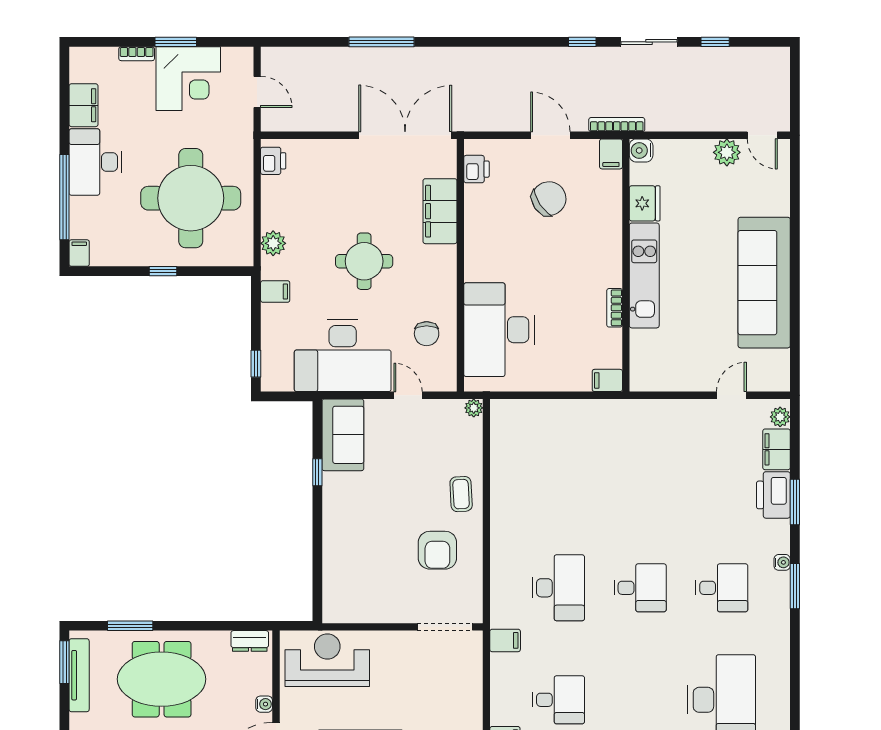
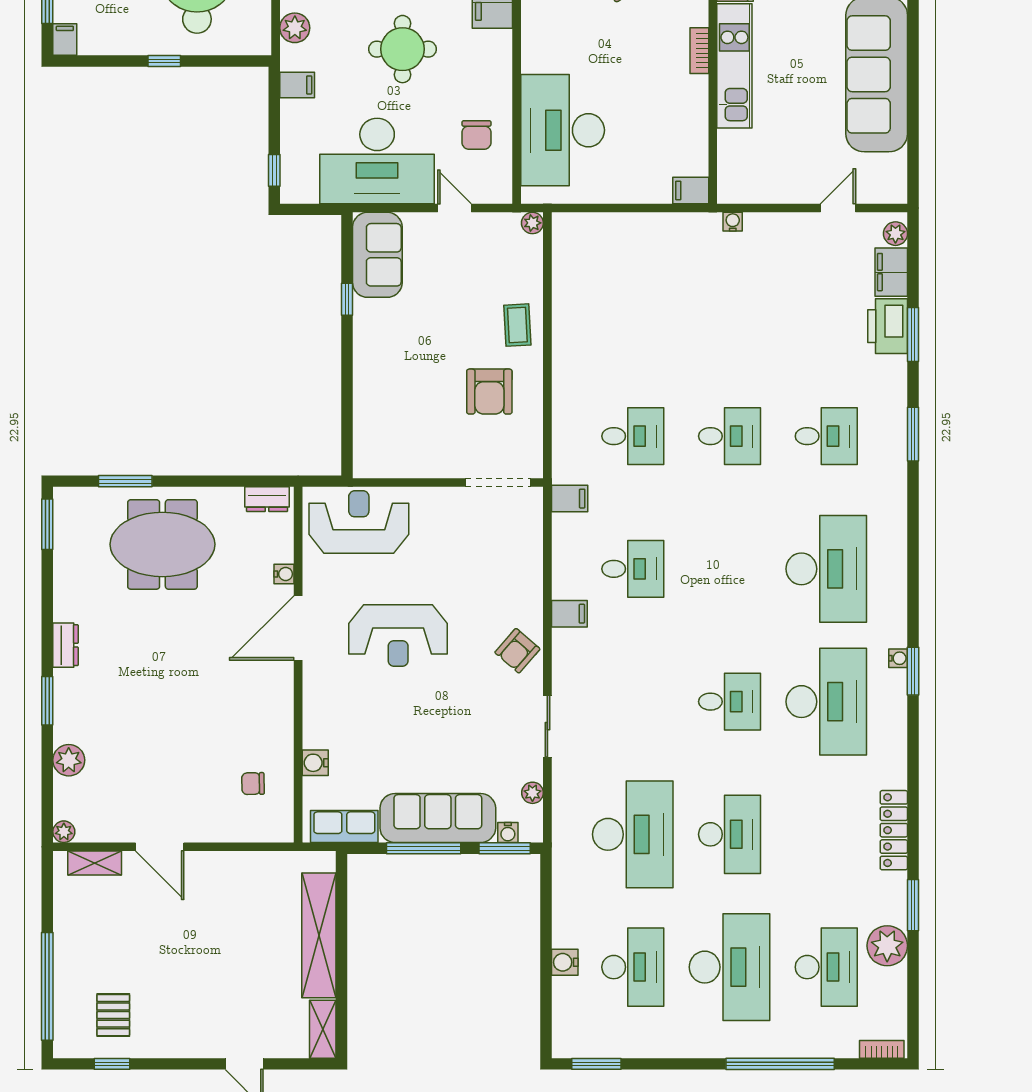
bookcase: (615, 308) -> (699, 51), moved
water cooler: (782, 562) -> (733, 222), moved, turned -90
desk: (558, 588) -> (633, 436), width x0.73
tv unit: (79, 675) -> (65, 540), removed

